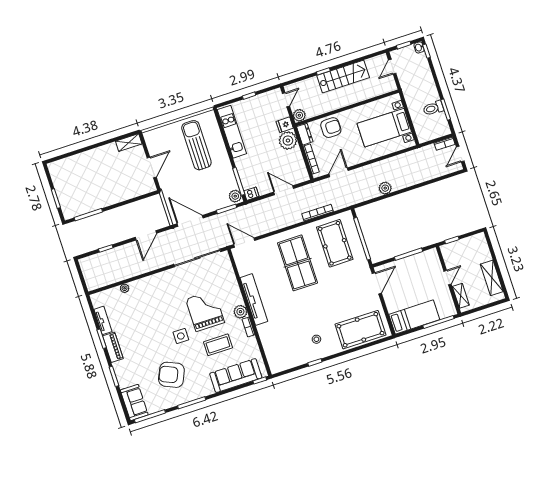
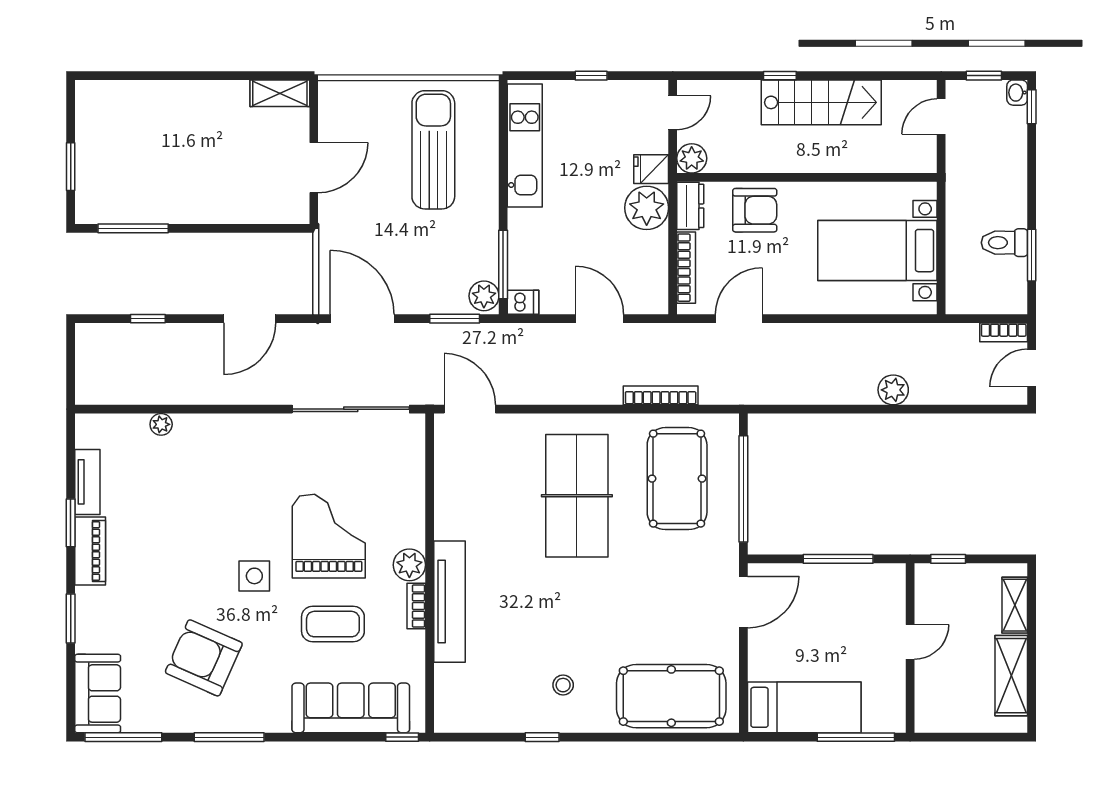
plant: (385, 188) -> (893, 390), moved
shelving: (461, 296) -> (1015, 605), moved
tv unit: (254, 300) -> (449, 602), moved

